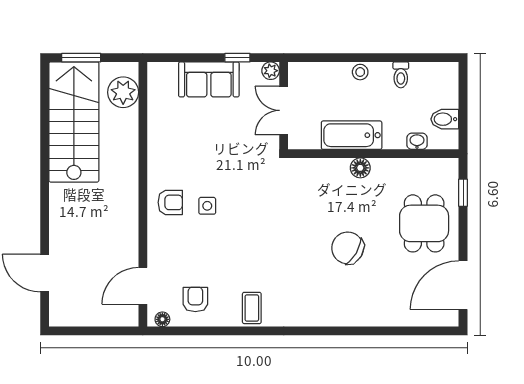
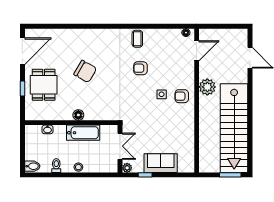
plant: (123, 92) -> (207, 87), moved
bidet: (445, 119) -> (32, 166), moved
stairs: (74, 122) -> (234, 128), width x1.36
window: (463, 193) -> (22, 88), moved
armchair: (195, 299) -> (140, 68), moved, turned 90

